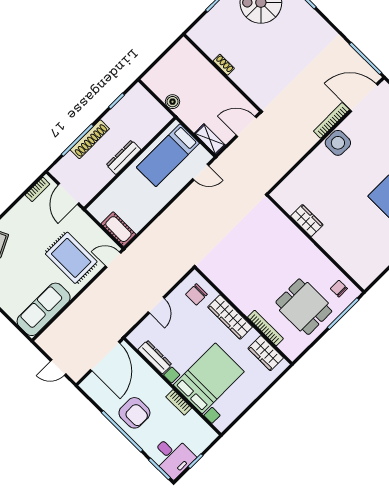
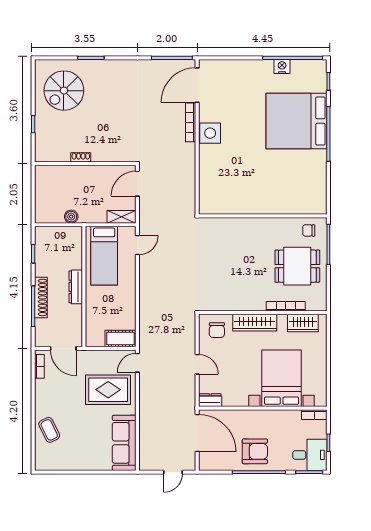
wardrobe: (307, 221) -> (241, 206), removed
dresser: (155, 357) -> (210, 400), moved, width x0.70
bookcase: (179, 402) -> (314, 415), moved

